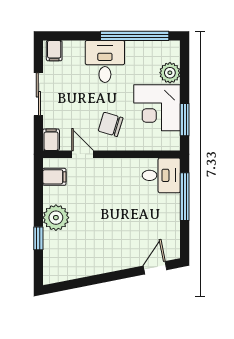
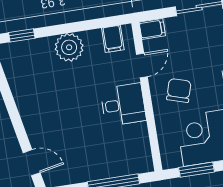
desk: (161, 175) -> (123, 105), moved, turned -90
window: (38, 238) -> (22, 35), moved

